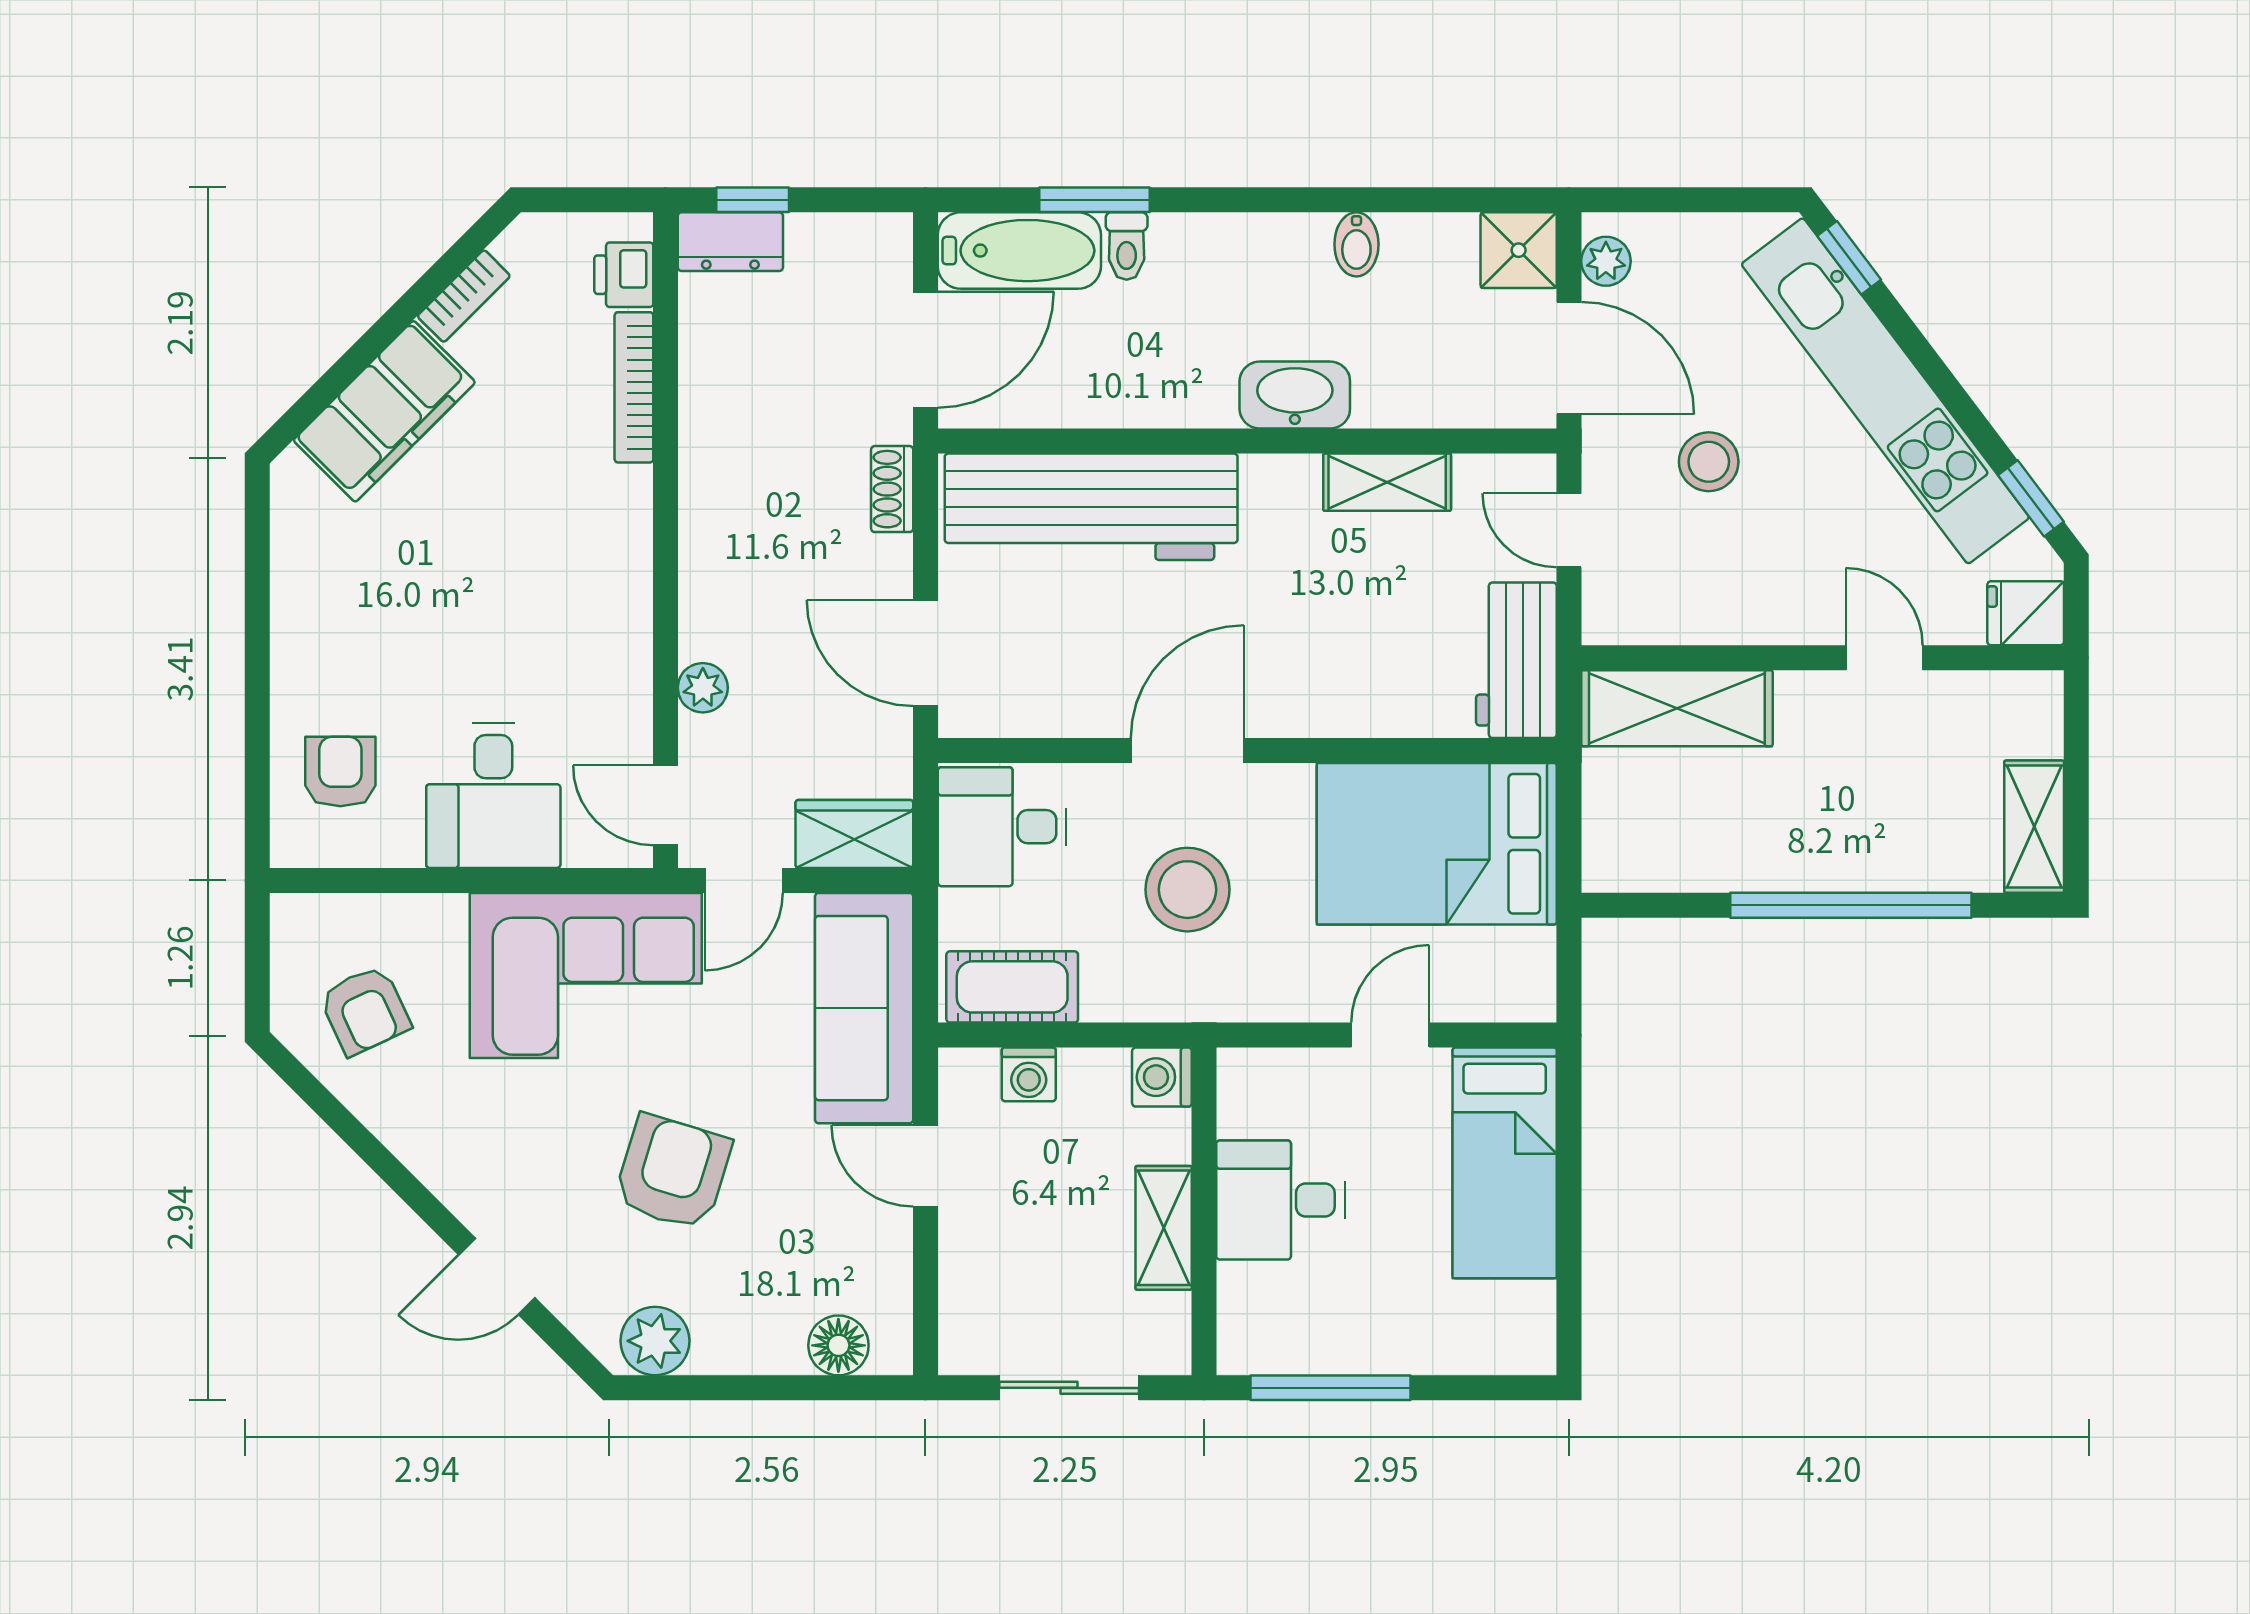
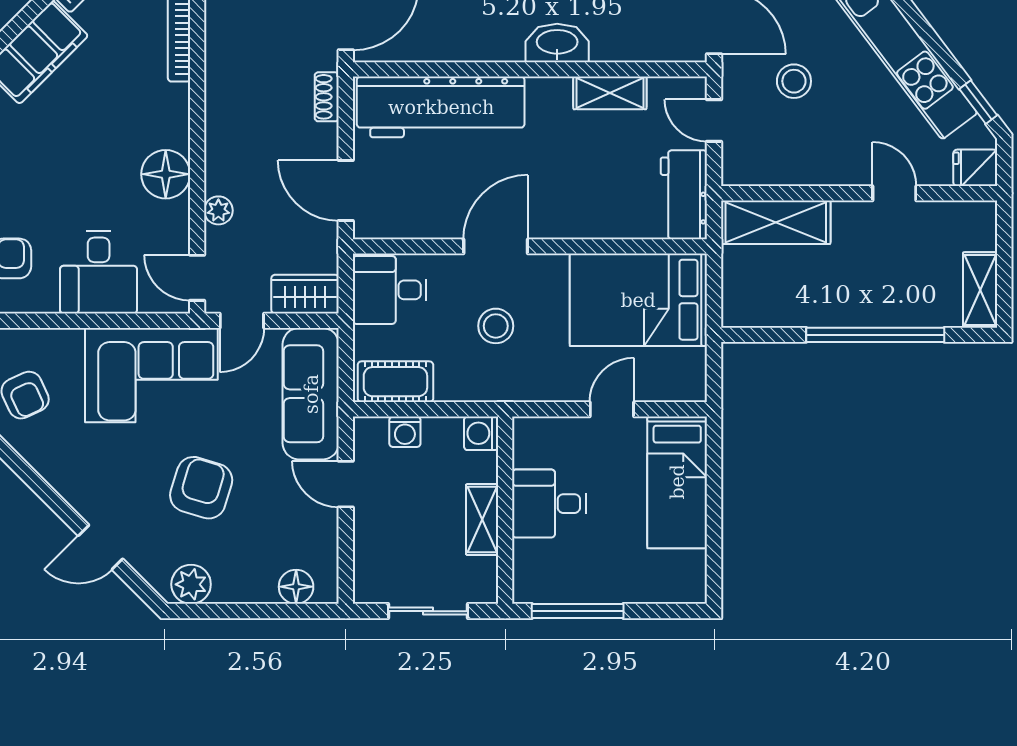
floor lamp: (611, 624) -> (166, 174), added
stool: (1187, 890) -> (496, 326), width x0.73, depth x0.73

